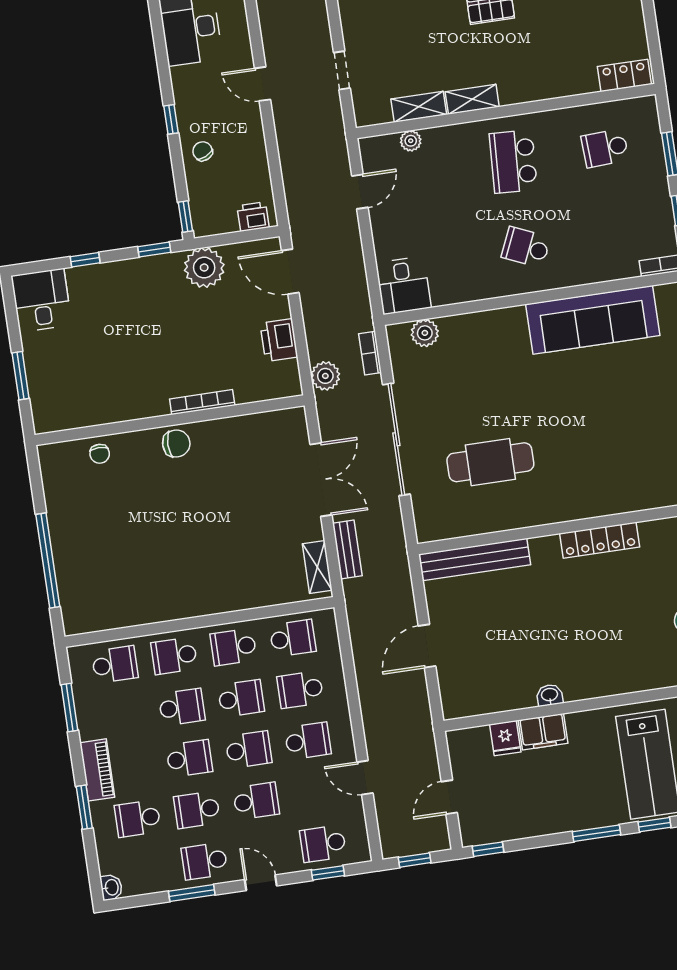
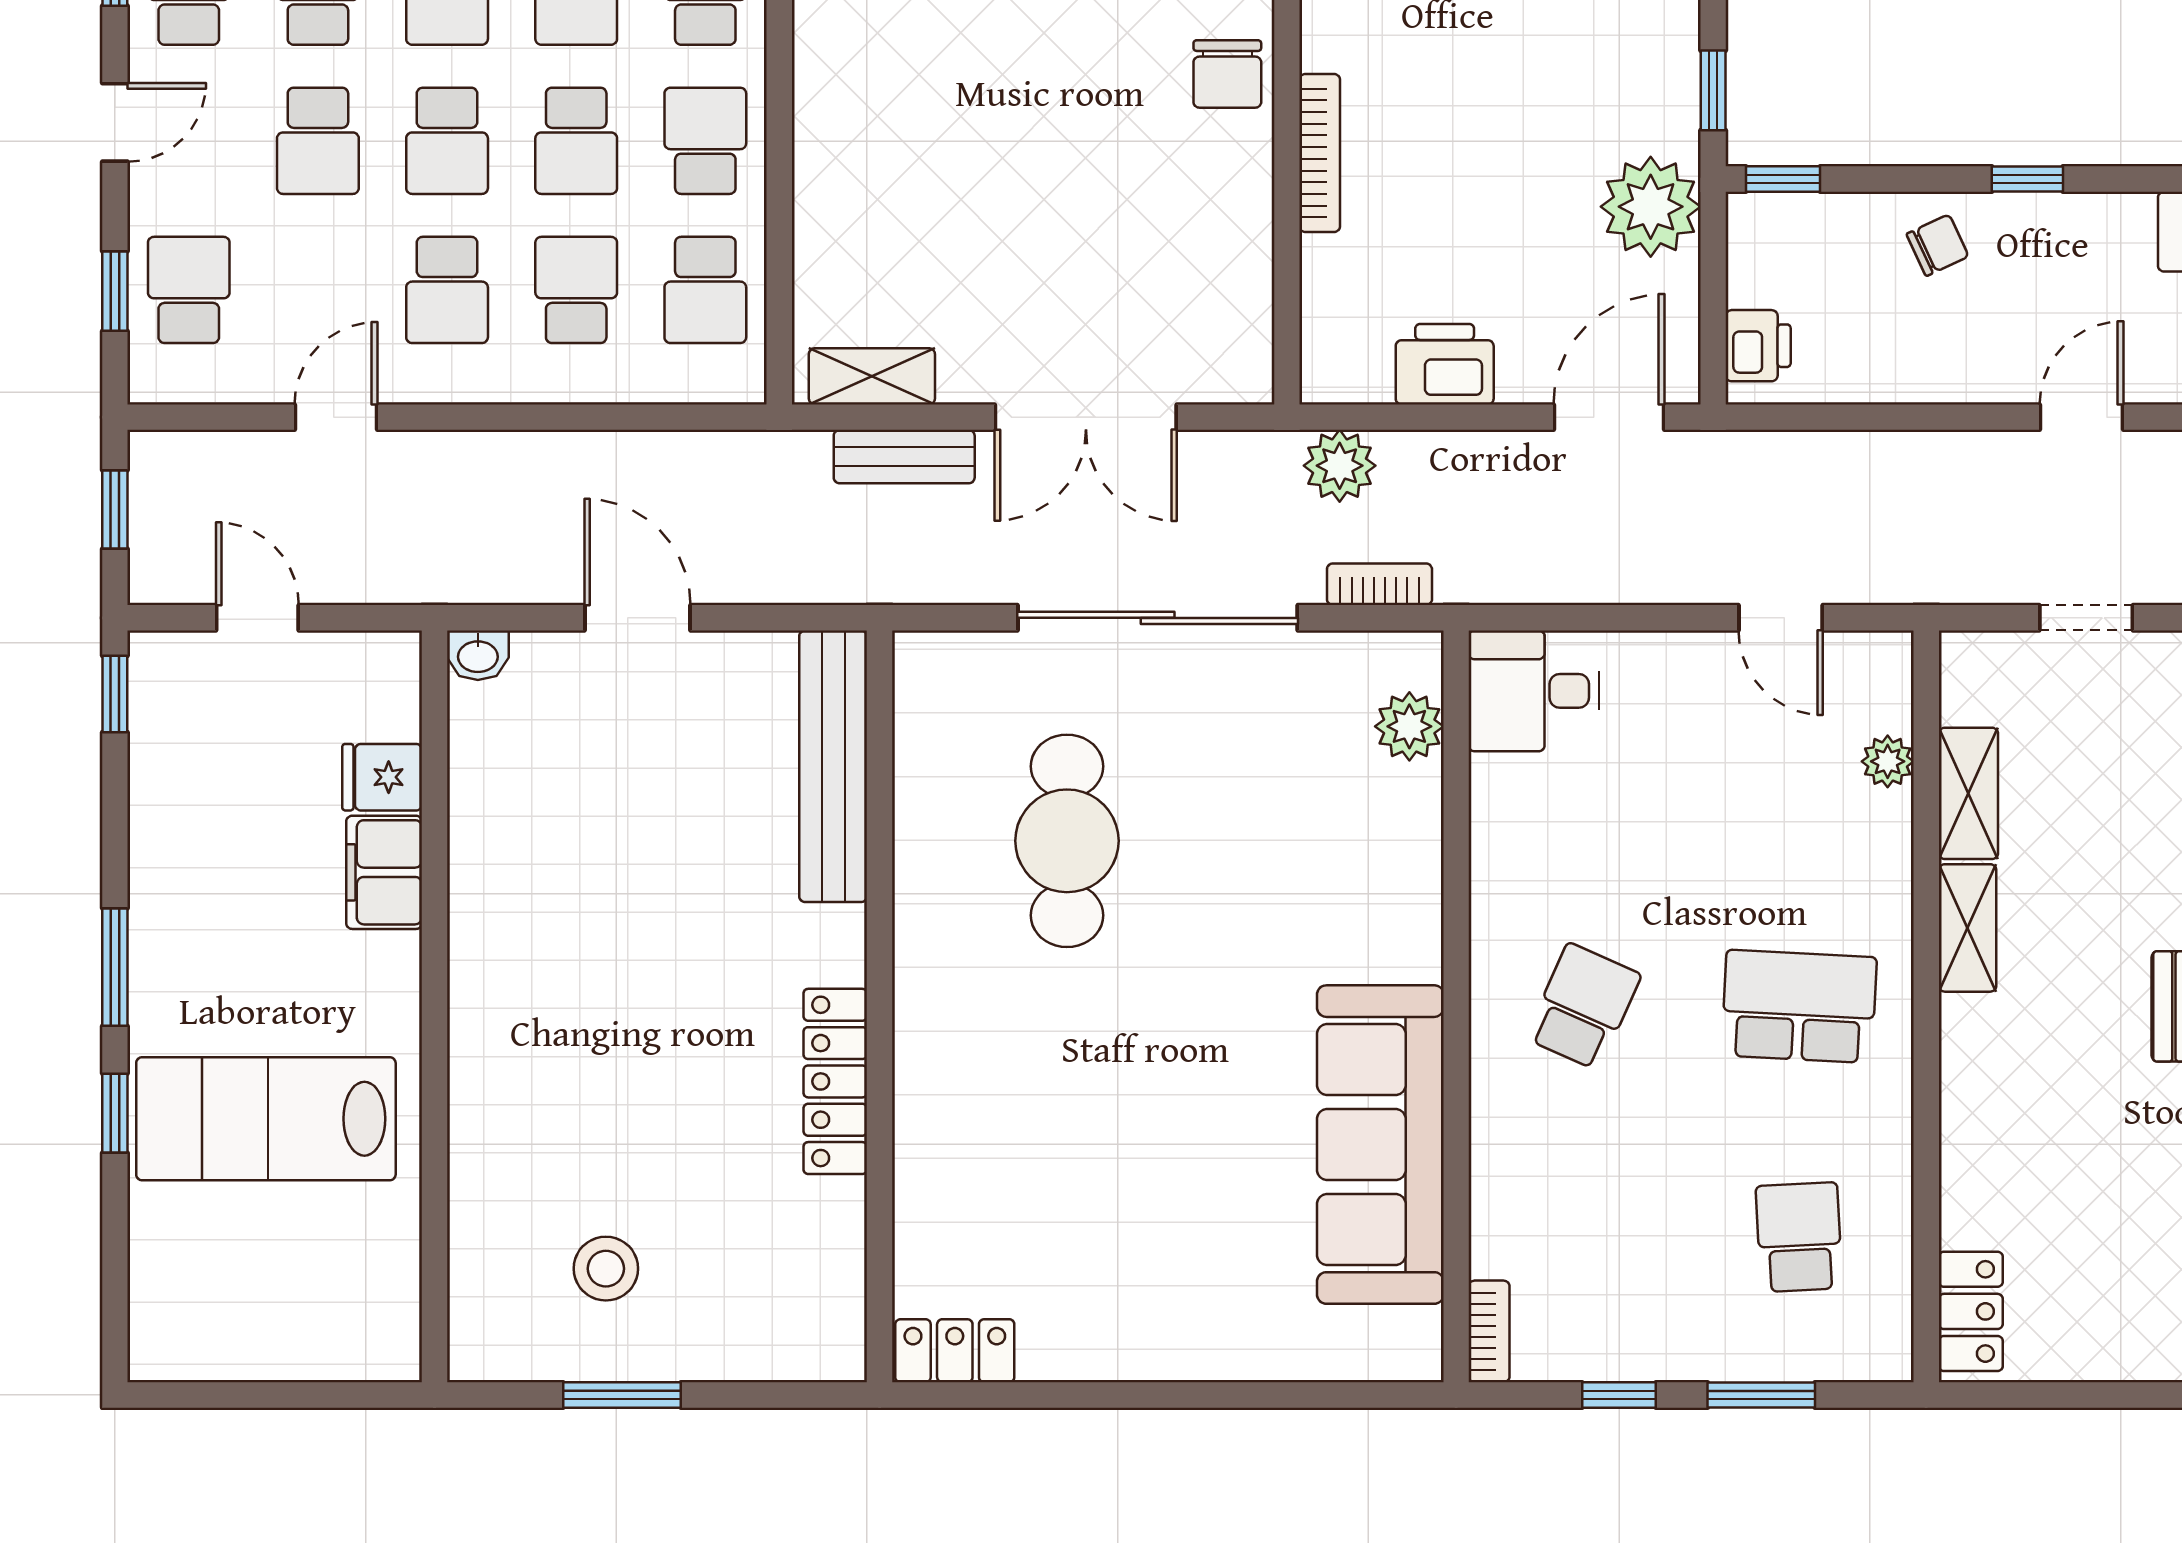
washbasin: (550, 695) -> (478, 655), moved, turned 90

